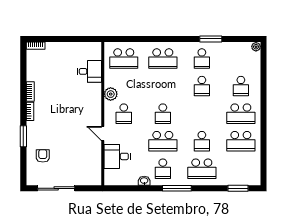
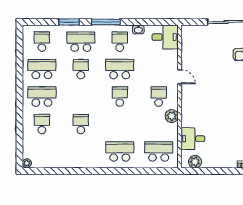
window: (211, 39) -> (72, 171), removed
plant: (87, 48) -> (195, 162), added
school desk: (202, 59) -> (42, 42), moved
desk: (117, 156) -> (165, 37), moved
window: (238, 188) -> (69, 22), moved

